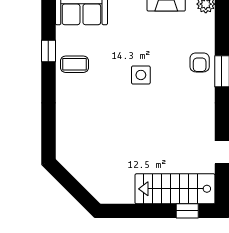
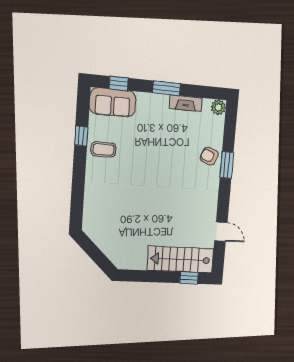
armchair: (200, 62) -> (209, 156), turned 112
side table: (141, 75) -> (160, 163), removed

